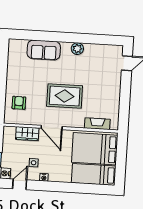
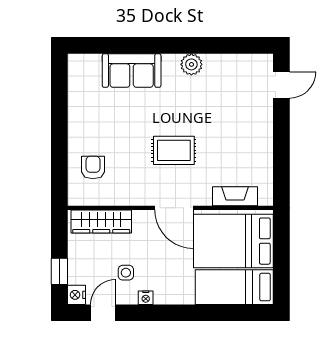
rug: (65, 96) -> (174, 150), width x0.73, depth x0.70
door: (52, 127) -> (174, 208), moved
wardrobe: (27, 134) -> (101, 222), width x1.50

